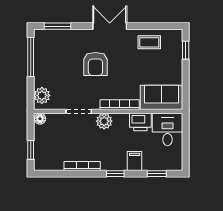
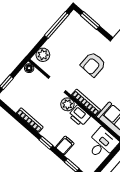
printer: (140, 122) -> (79, 116), moved

